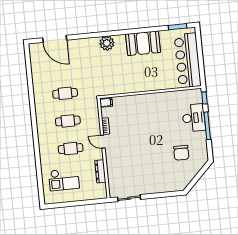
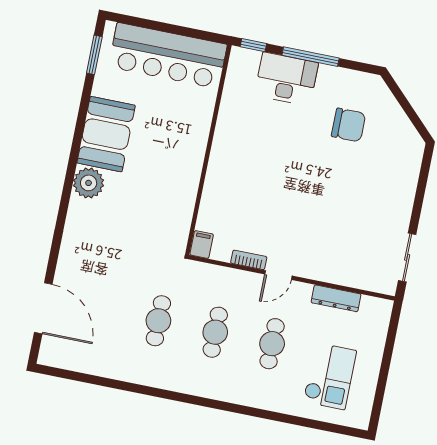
door: (55, 39) -> (43, 308), hinge flipped
plant: (107, 43) -> (89, 183), moved

